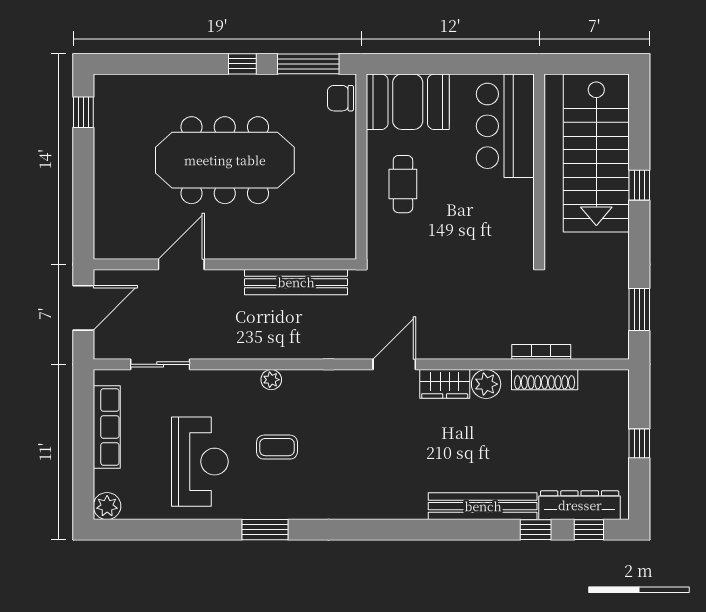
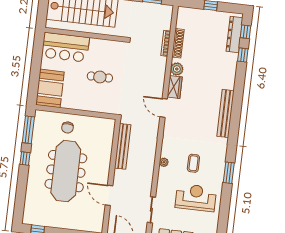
chair: (340, 98) -> (68, 128), moved
cafe table: (403, 184) -> (100, 77), moved
bench: (483, 506) -> (225, 113), moved

